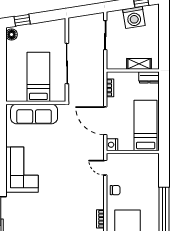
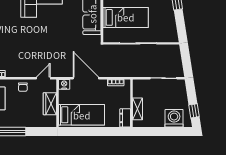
washing machine: (134, 17) -> (174, 118), moved, turned 99
door: (105, 121) -> (86, 78), hinge flipped
wardrobe: (133, 160) -> (50, 104), added

